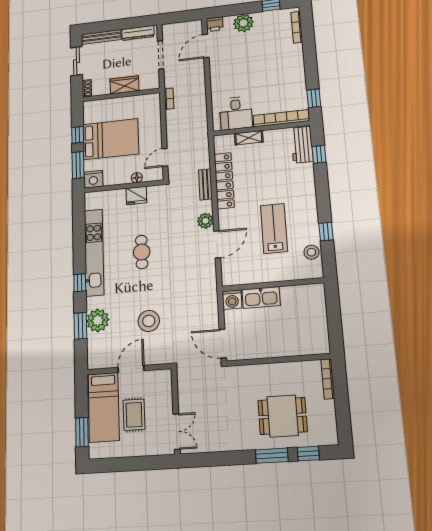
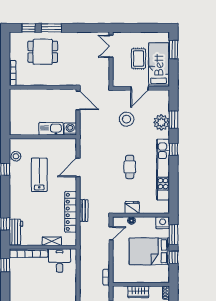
plant: (205, 221) -> (85, 185), removed
lab bench: (274, 228) -> (39, 175), turned 180

